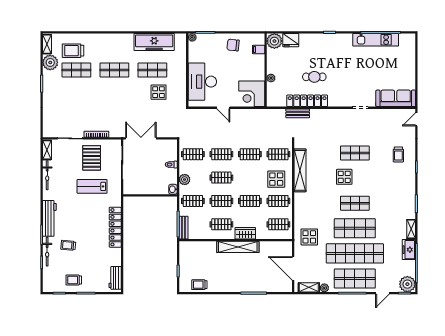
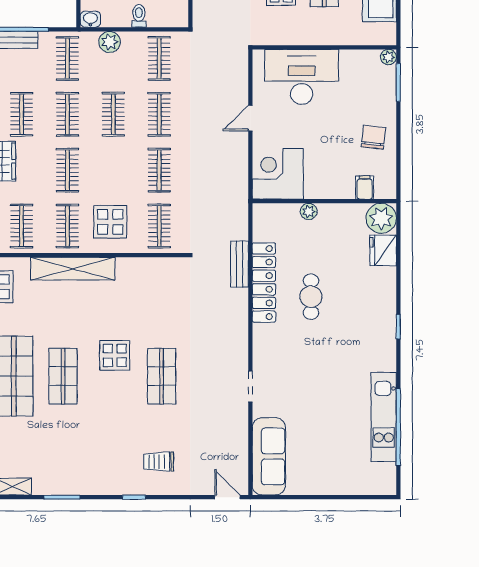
shelving: (300, 170) -> (73, 269), moved

